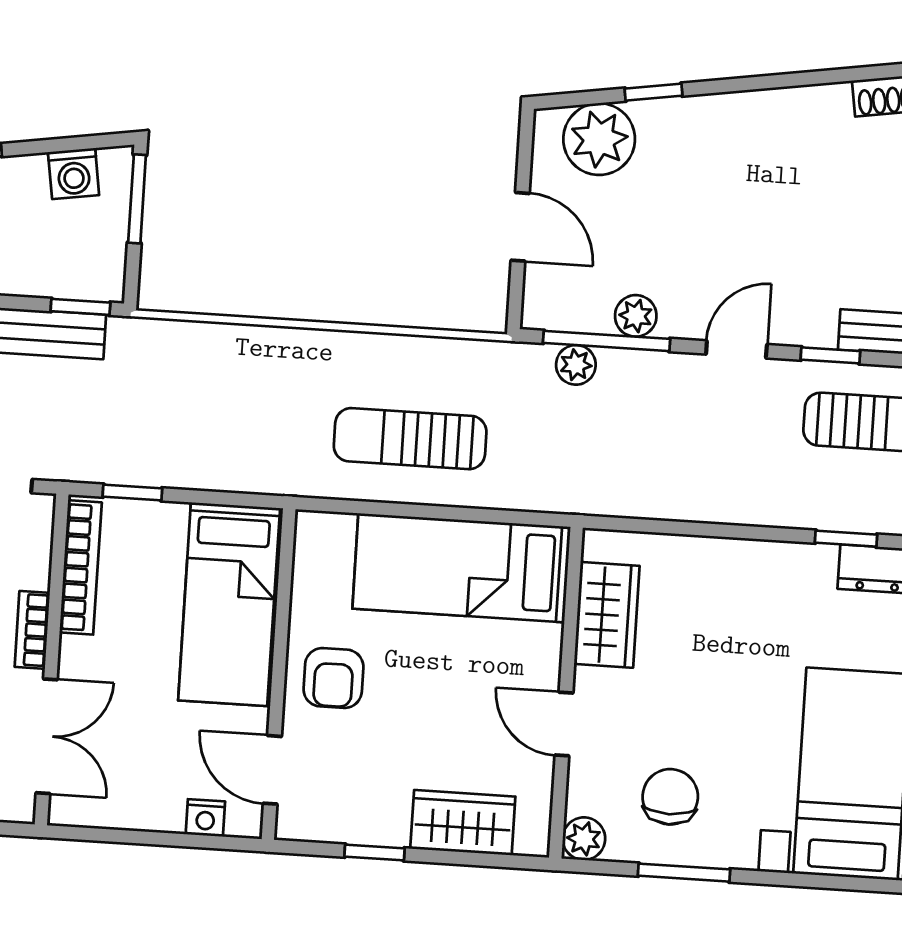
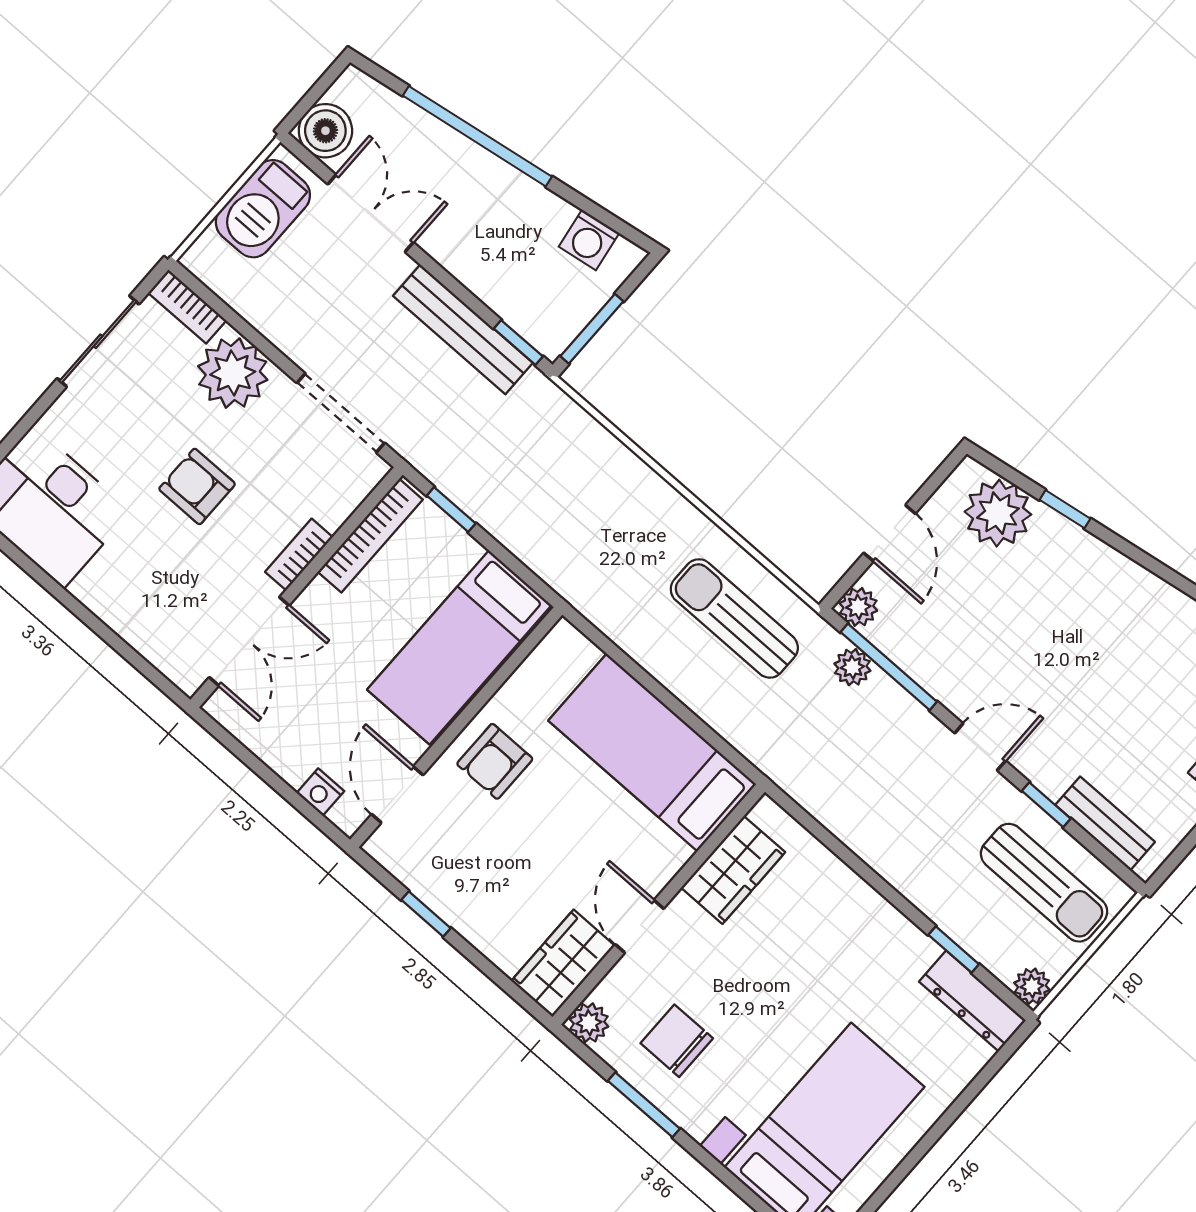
window: (137, 199) -> (592, 329), moved
plant: (636, 316) -> (858, 607), moved
sun lounger: (410, 439) -> (734, 618), moved
chair: (670, 797) -> (677, 1041), turned -90
wardrobe: (463, 823) -> (563, 963), moved, turned -90

